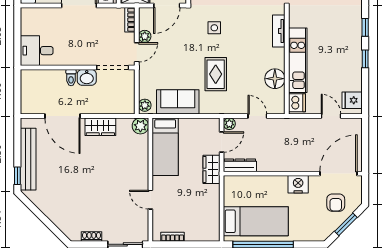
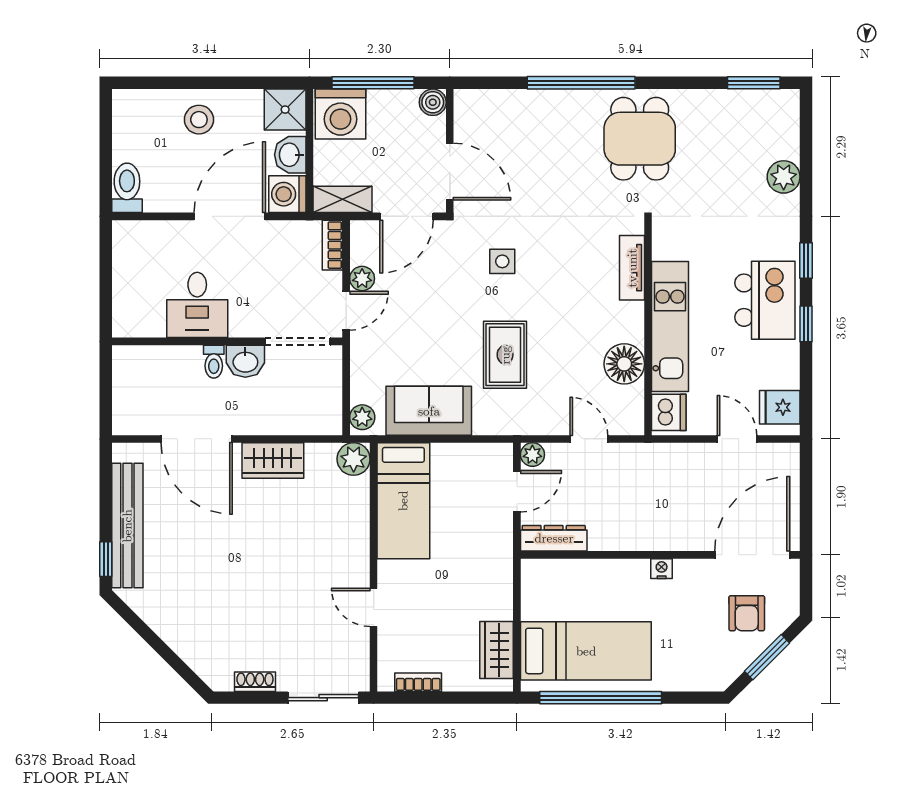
kitchen island: (345, 47) -> (765, 300), added
desk: (37, 51) -> (197, 305), moved, turned -90
wardrobe: (211, 169) -> (497, 650), moved
nightstand: (298, 184) -> (662, 569), width x0.53, depth x0.56

